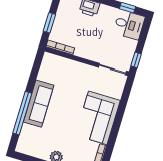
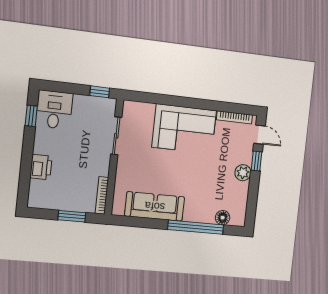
sliding door: (112, 69) -> (116, 136), moved
sofa: (39, 104) -> (155, 206), moved
floor lamp: (25, 135) -> (223, 218), added

